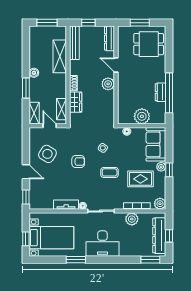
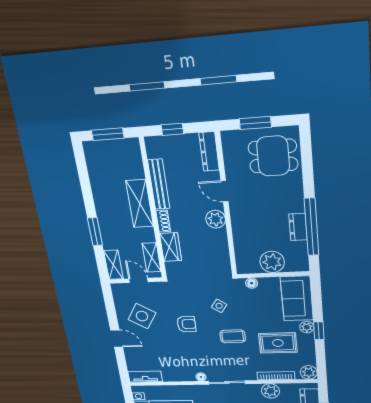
bench: (74, 43) -> (159, 184), moved
shelving: (60, 56) -> (140, 204), moved
boiler: (34, 73) -> (102, 210), removed
window: (26, 197) -> (123, 368), removed
tv unit: (66, 205) -> (145, 377), moved

